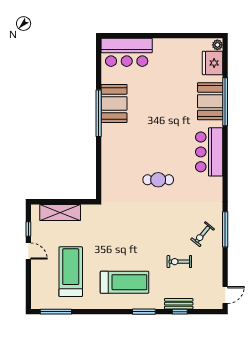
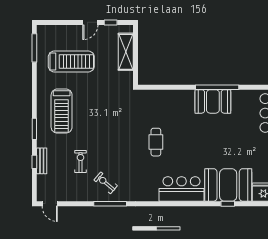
booth: (210, 101) -> (228, 185), width x1.36, depth x1.42
window: (225, 102) -> (228, 204), width x0.32
booth: (114, 103) -> (213, 101), moved

